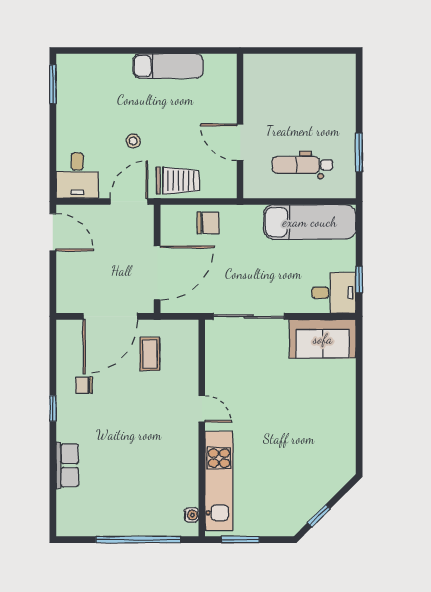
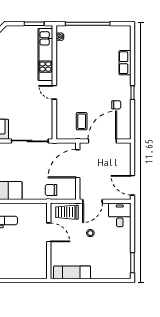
wall: (240, 126) -> (49, 241), moved
door: (240, 142) -> (49, 232), moved

